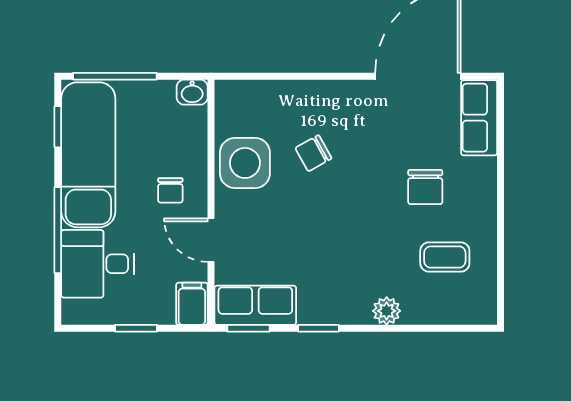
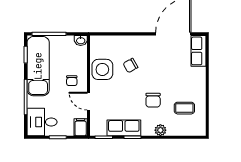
chair: (425, 187) -> (153, 100), moved
desk: (98, 264) -> (42, 122), moved
row of seats: (255, 305) -> (124, 128), moved

